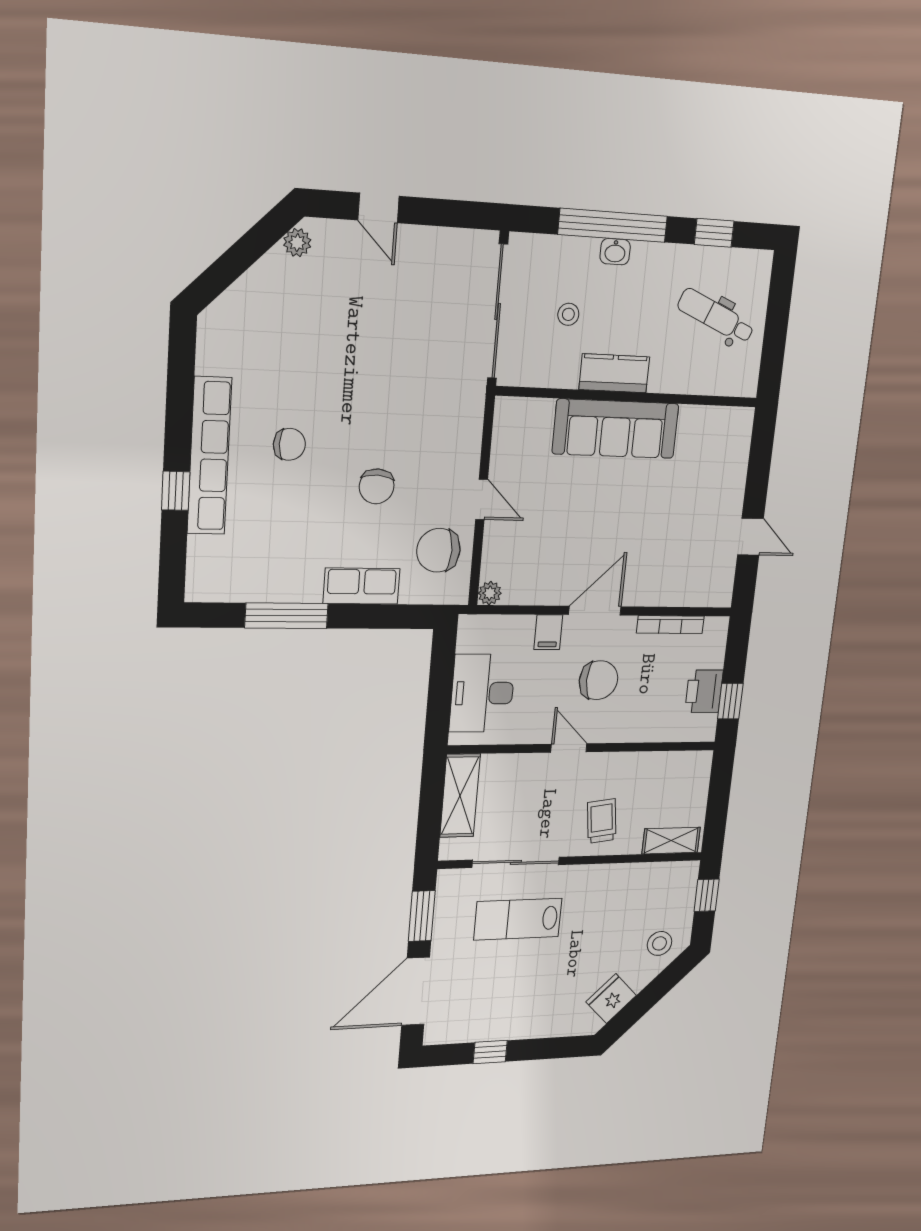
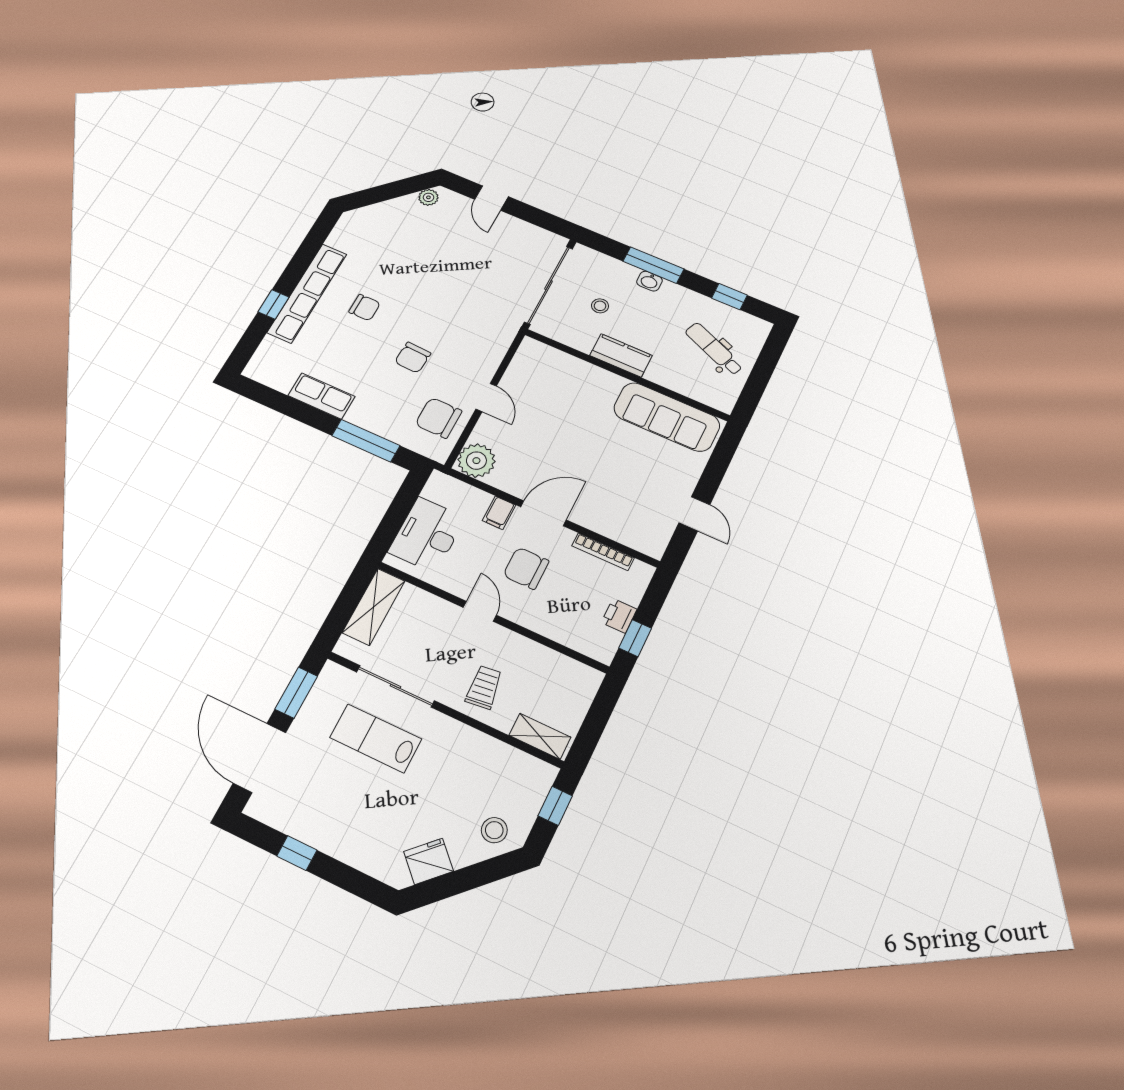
window: (613, 225) -> (653, 265), width x0.68
sofa: (616, 429) -> (667, 417), moved
row of seats: (362, 586) -> (321, 396), moved
plant: (490, 593) -> (476, 461), width x1.88, depth x1.88
window: (287, 616) -> (366, 441), moved
chair: (599, 680) -> (526, 568), turned 180
printer: (704, 691) -> (619, 616), width x0.73, depth x0.81
door: (416, 991) -> (260, 758), hinge flipped

